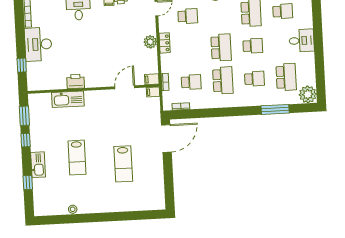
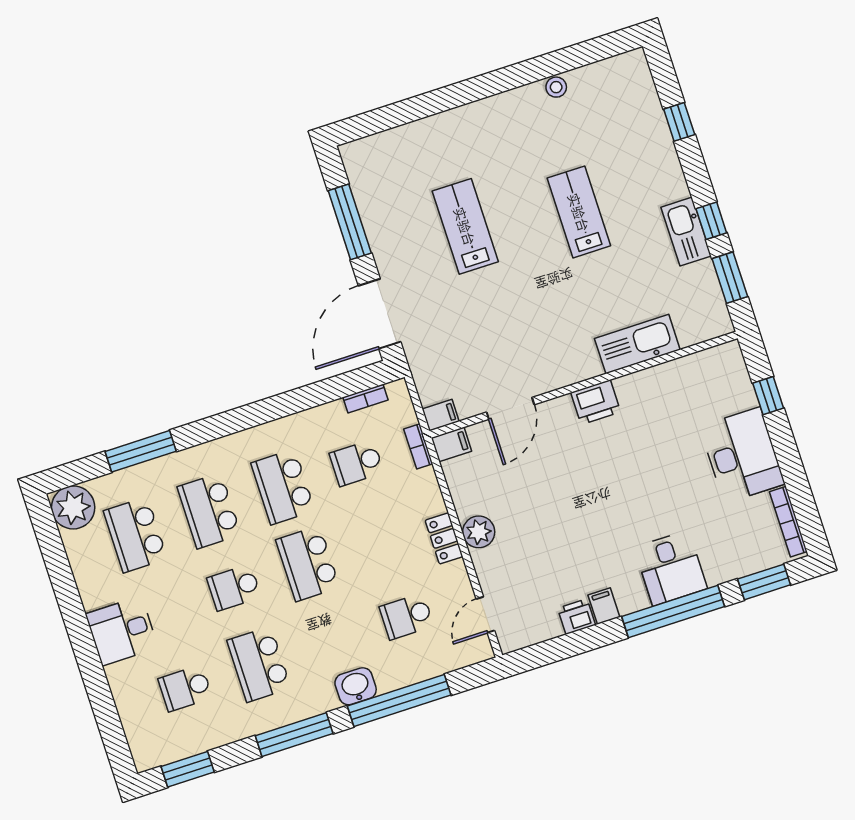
school desk: (254, 79) -> (209, 511), width x1.85
printer: (76, 81) -> (596, 402), moved
kitchen sink: (38, 165) -> (686, 232), moved
window: (168, 178) -> (350, 222), added

